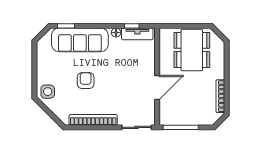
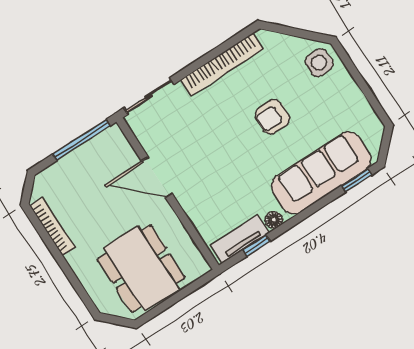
armchair: (86, 81) -> (272, 117), turned 90
door: (157, 88) -> (157, 177), hinge flipped

